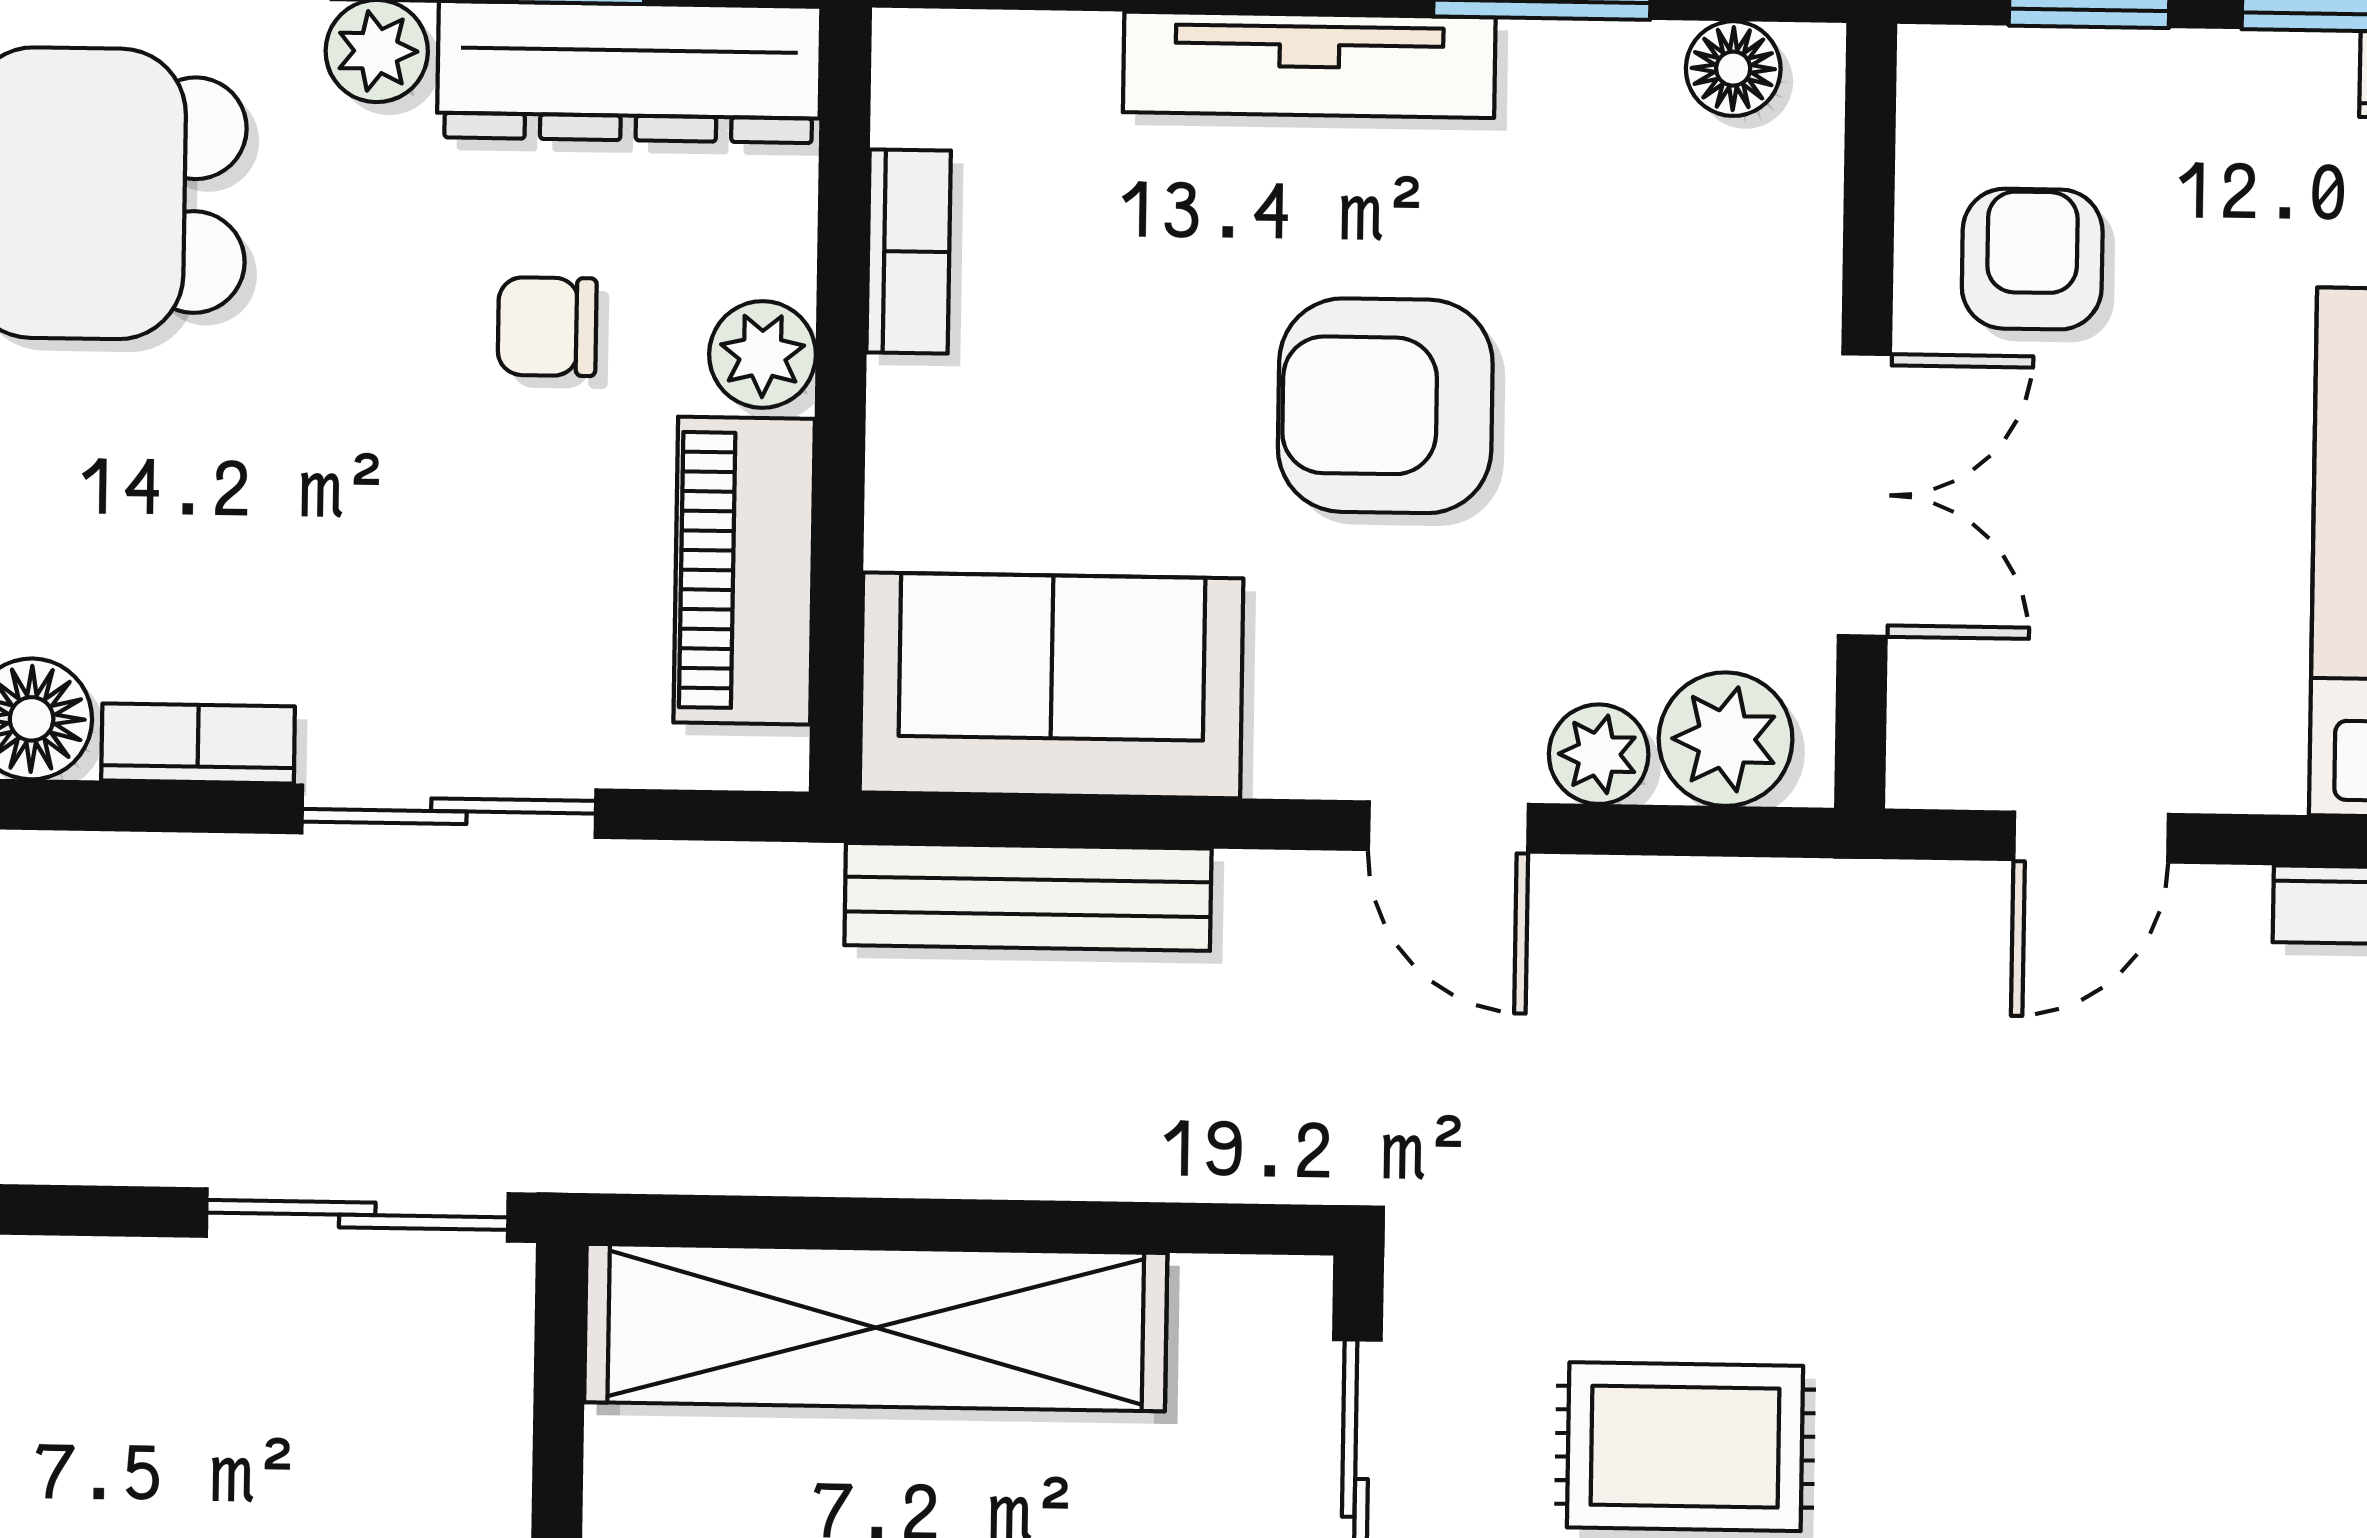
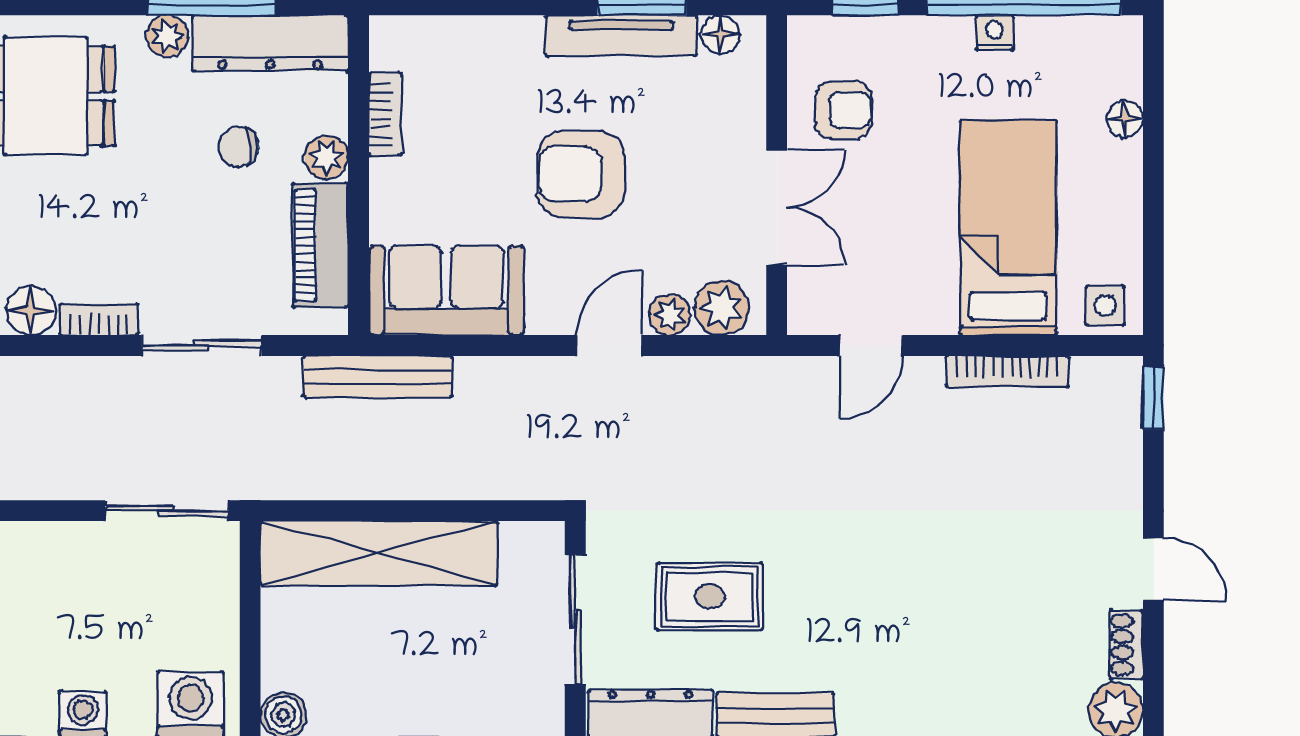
tv unit: (1309, 65) -> (621, 36), moved
armchair: (2032, 259) -> (843, 110), turned 90
door: (1448, 827) -> (609, 345), swing flipped
bench: (1028, 897) -> (378, 377), moved

